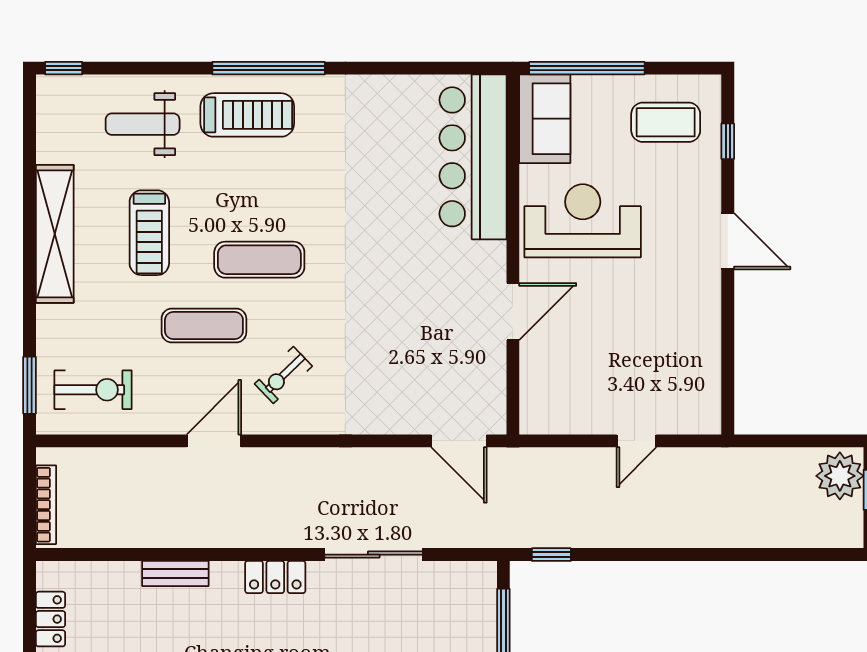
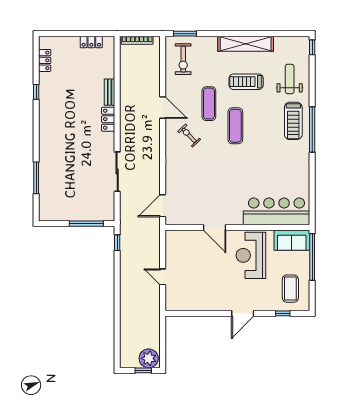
reception desk: (583, 221) -> (251, 255), turned 180
locker: (275, 577) -> (108, 119), moved

